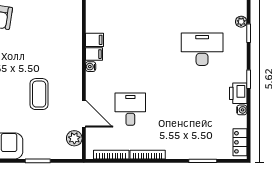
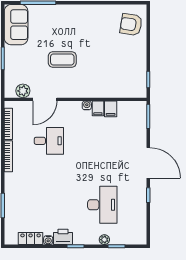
plant: (241, 22) -> (104, 240), moved
locker: (240, 142) -> (31, 238), moved

